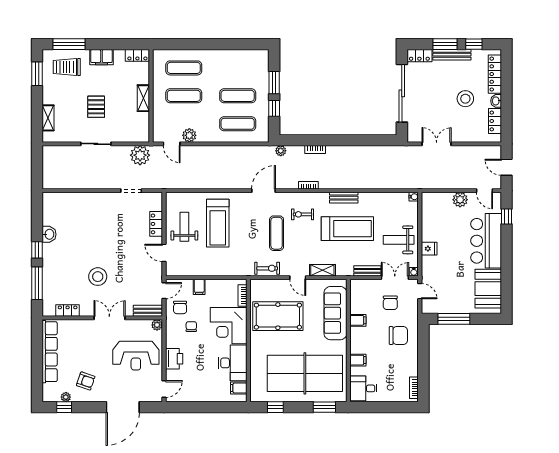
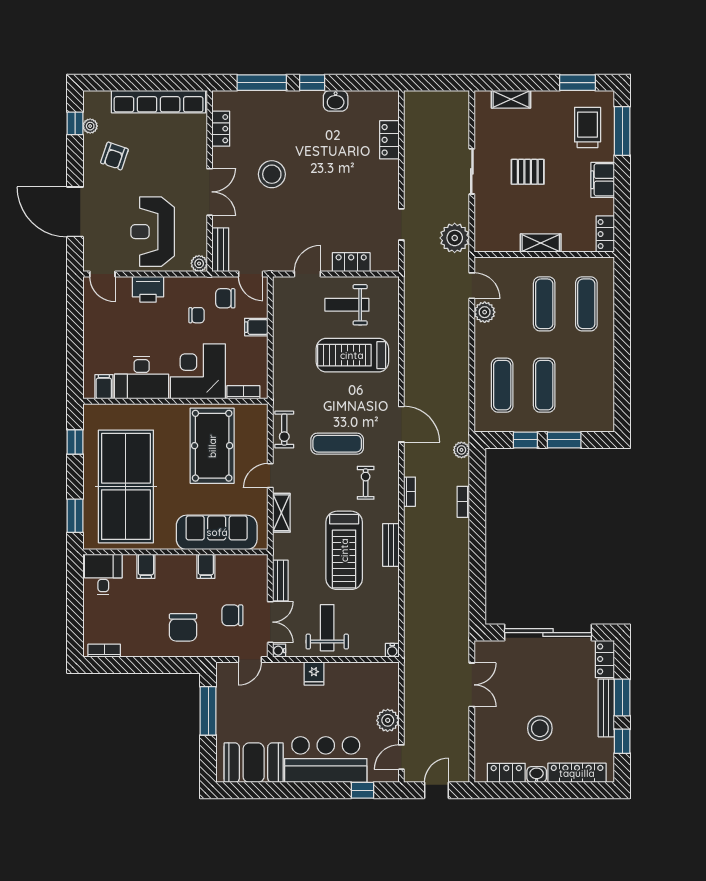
door: (172, 144) -> (472, 286), swing flipped
locker: (75, 199) -> (389, 140), added
weight bench: (184, 227) -> (347, 305), turned 180

